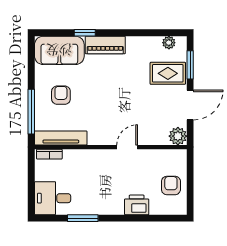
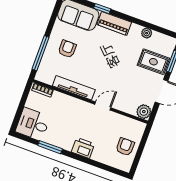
plant: (169, 43) -> (147, 33), moved
tv unit: (61, 138) -> (74, 88), moved
printer: (137, 205) -> (83, 148), moved

